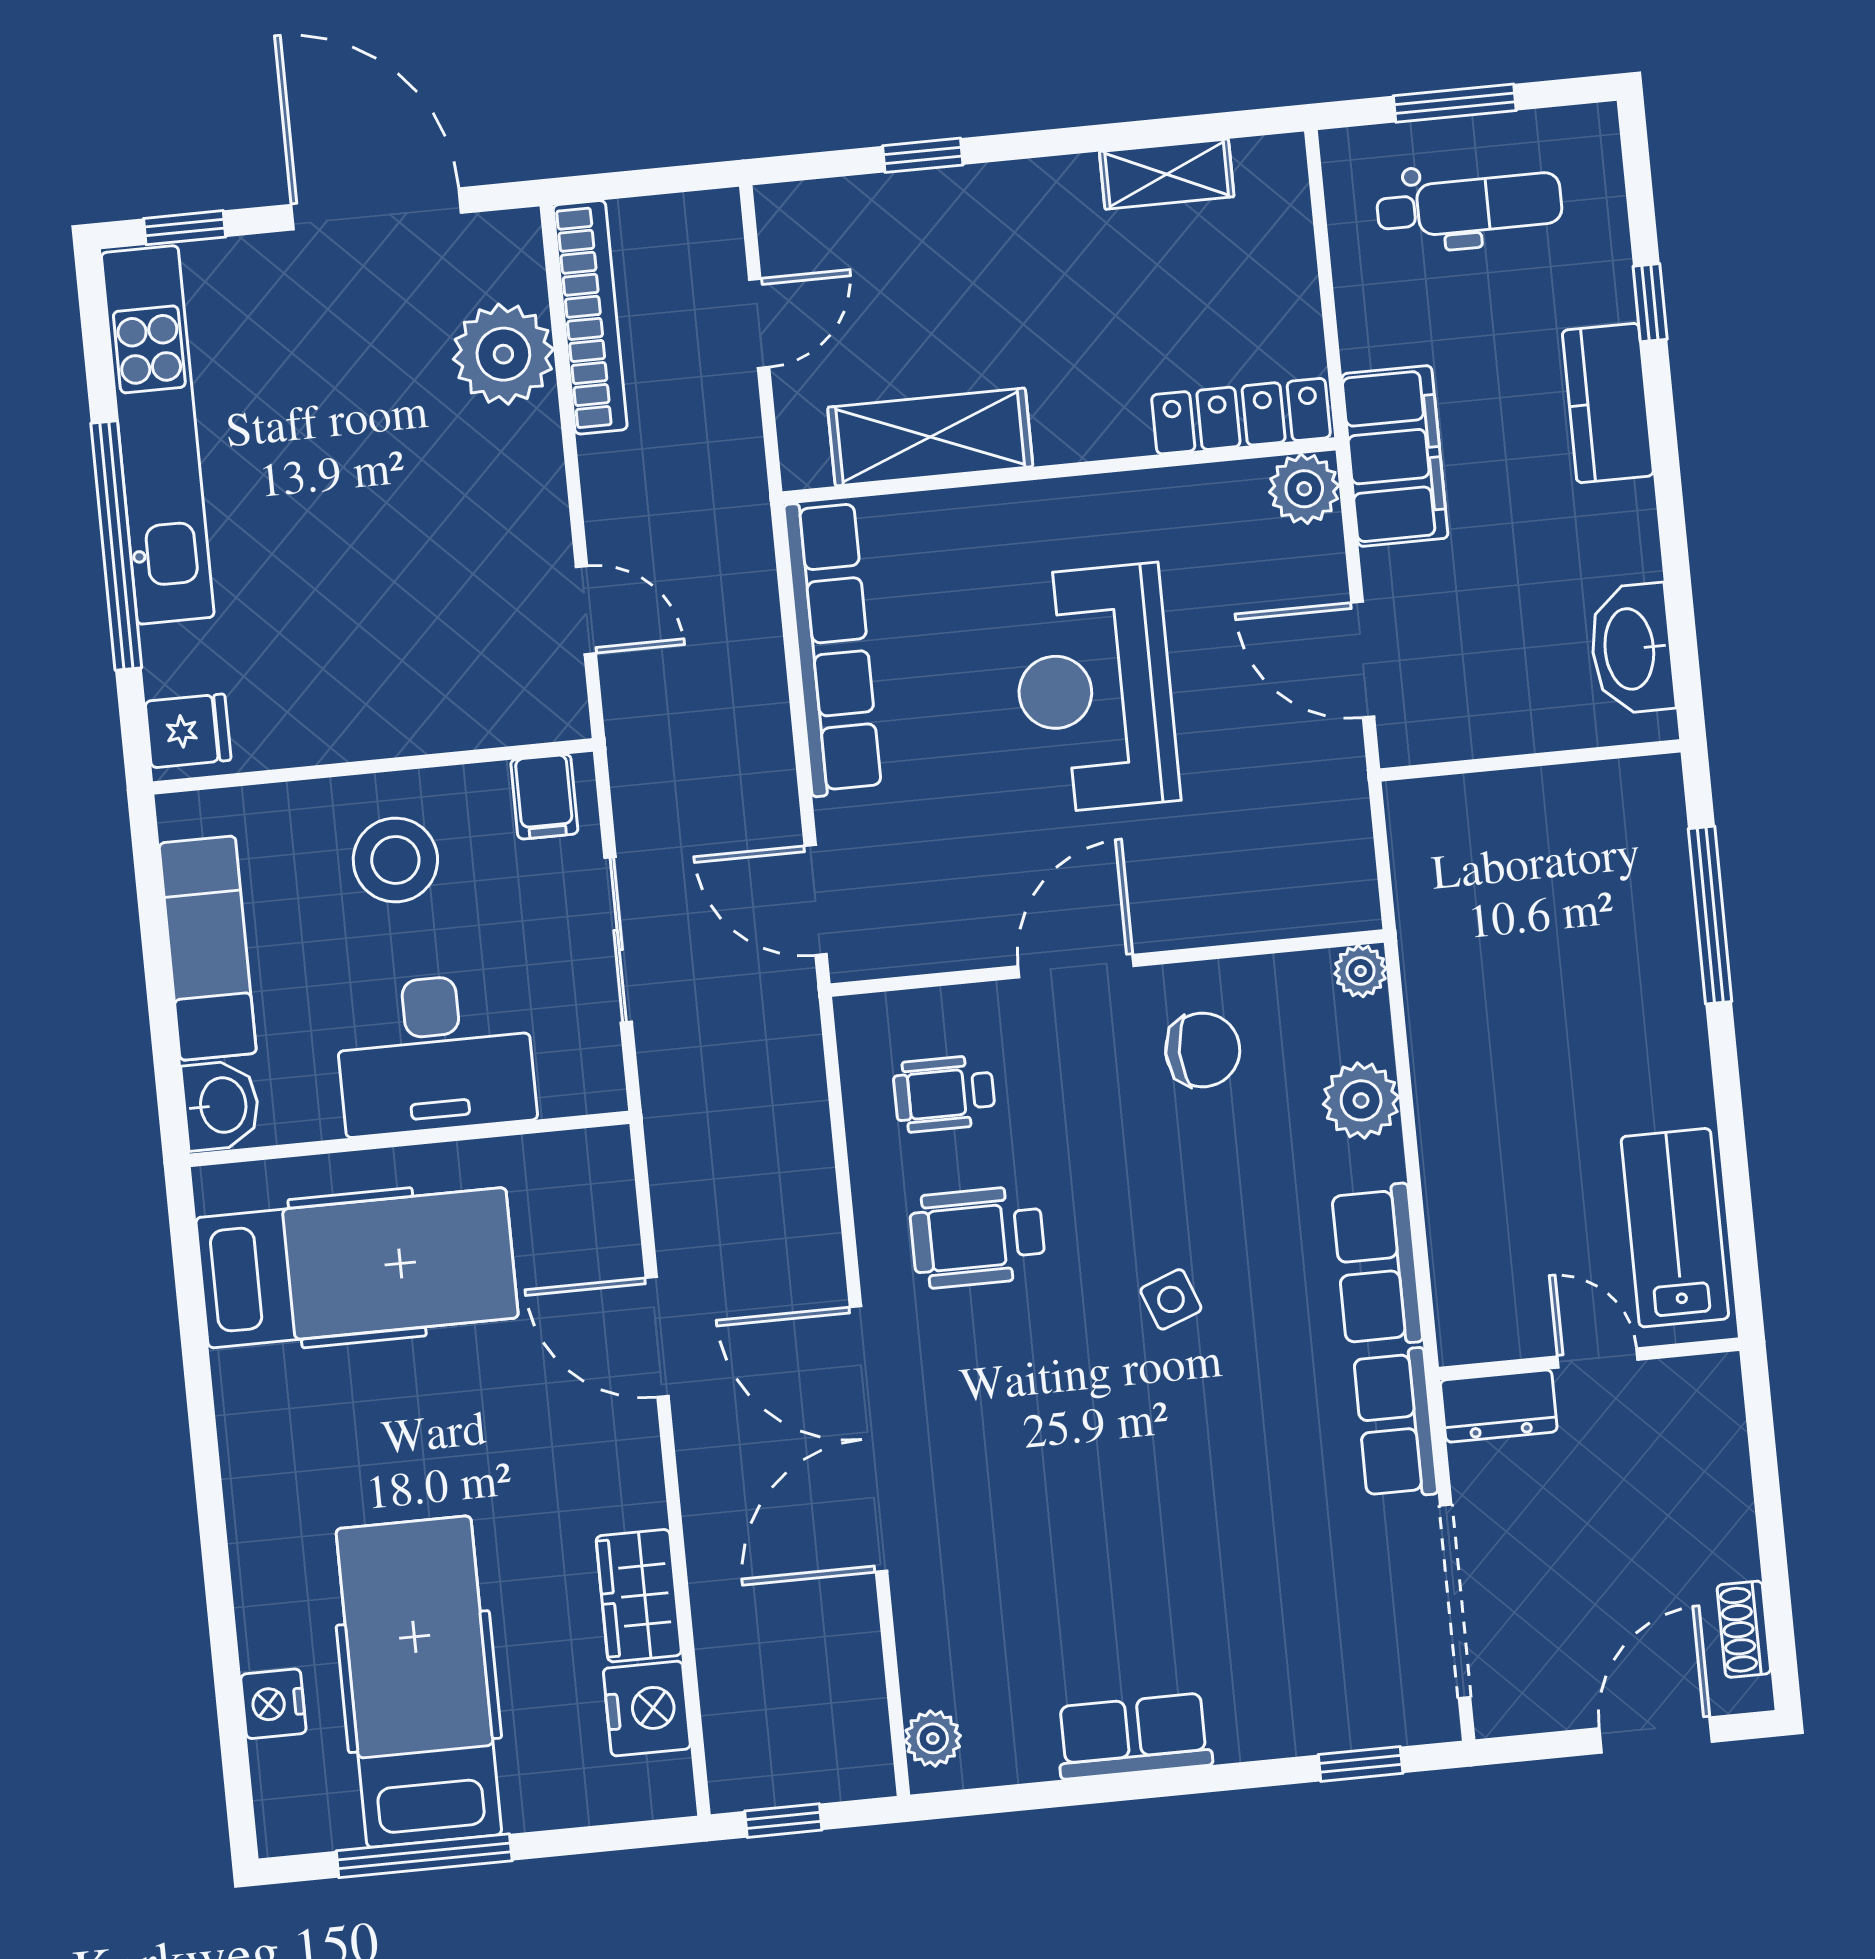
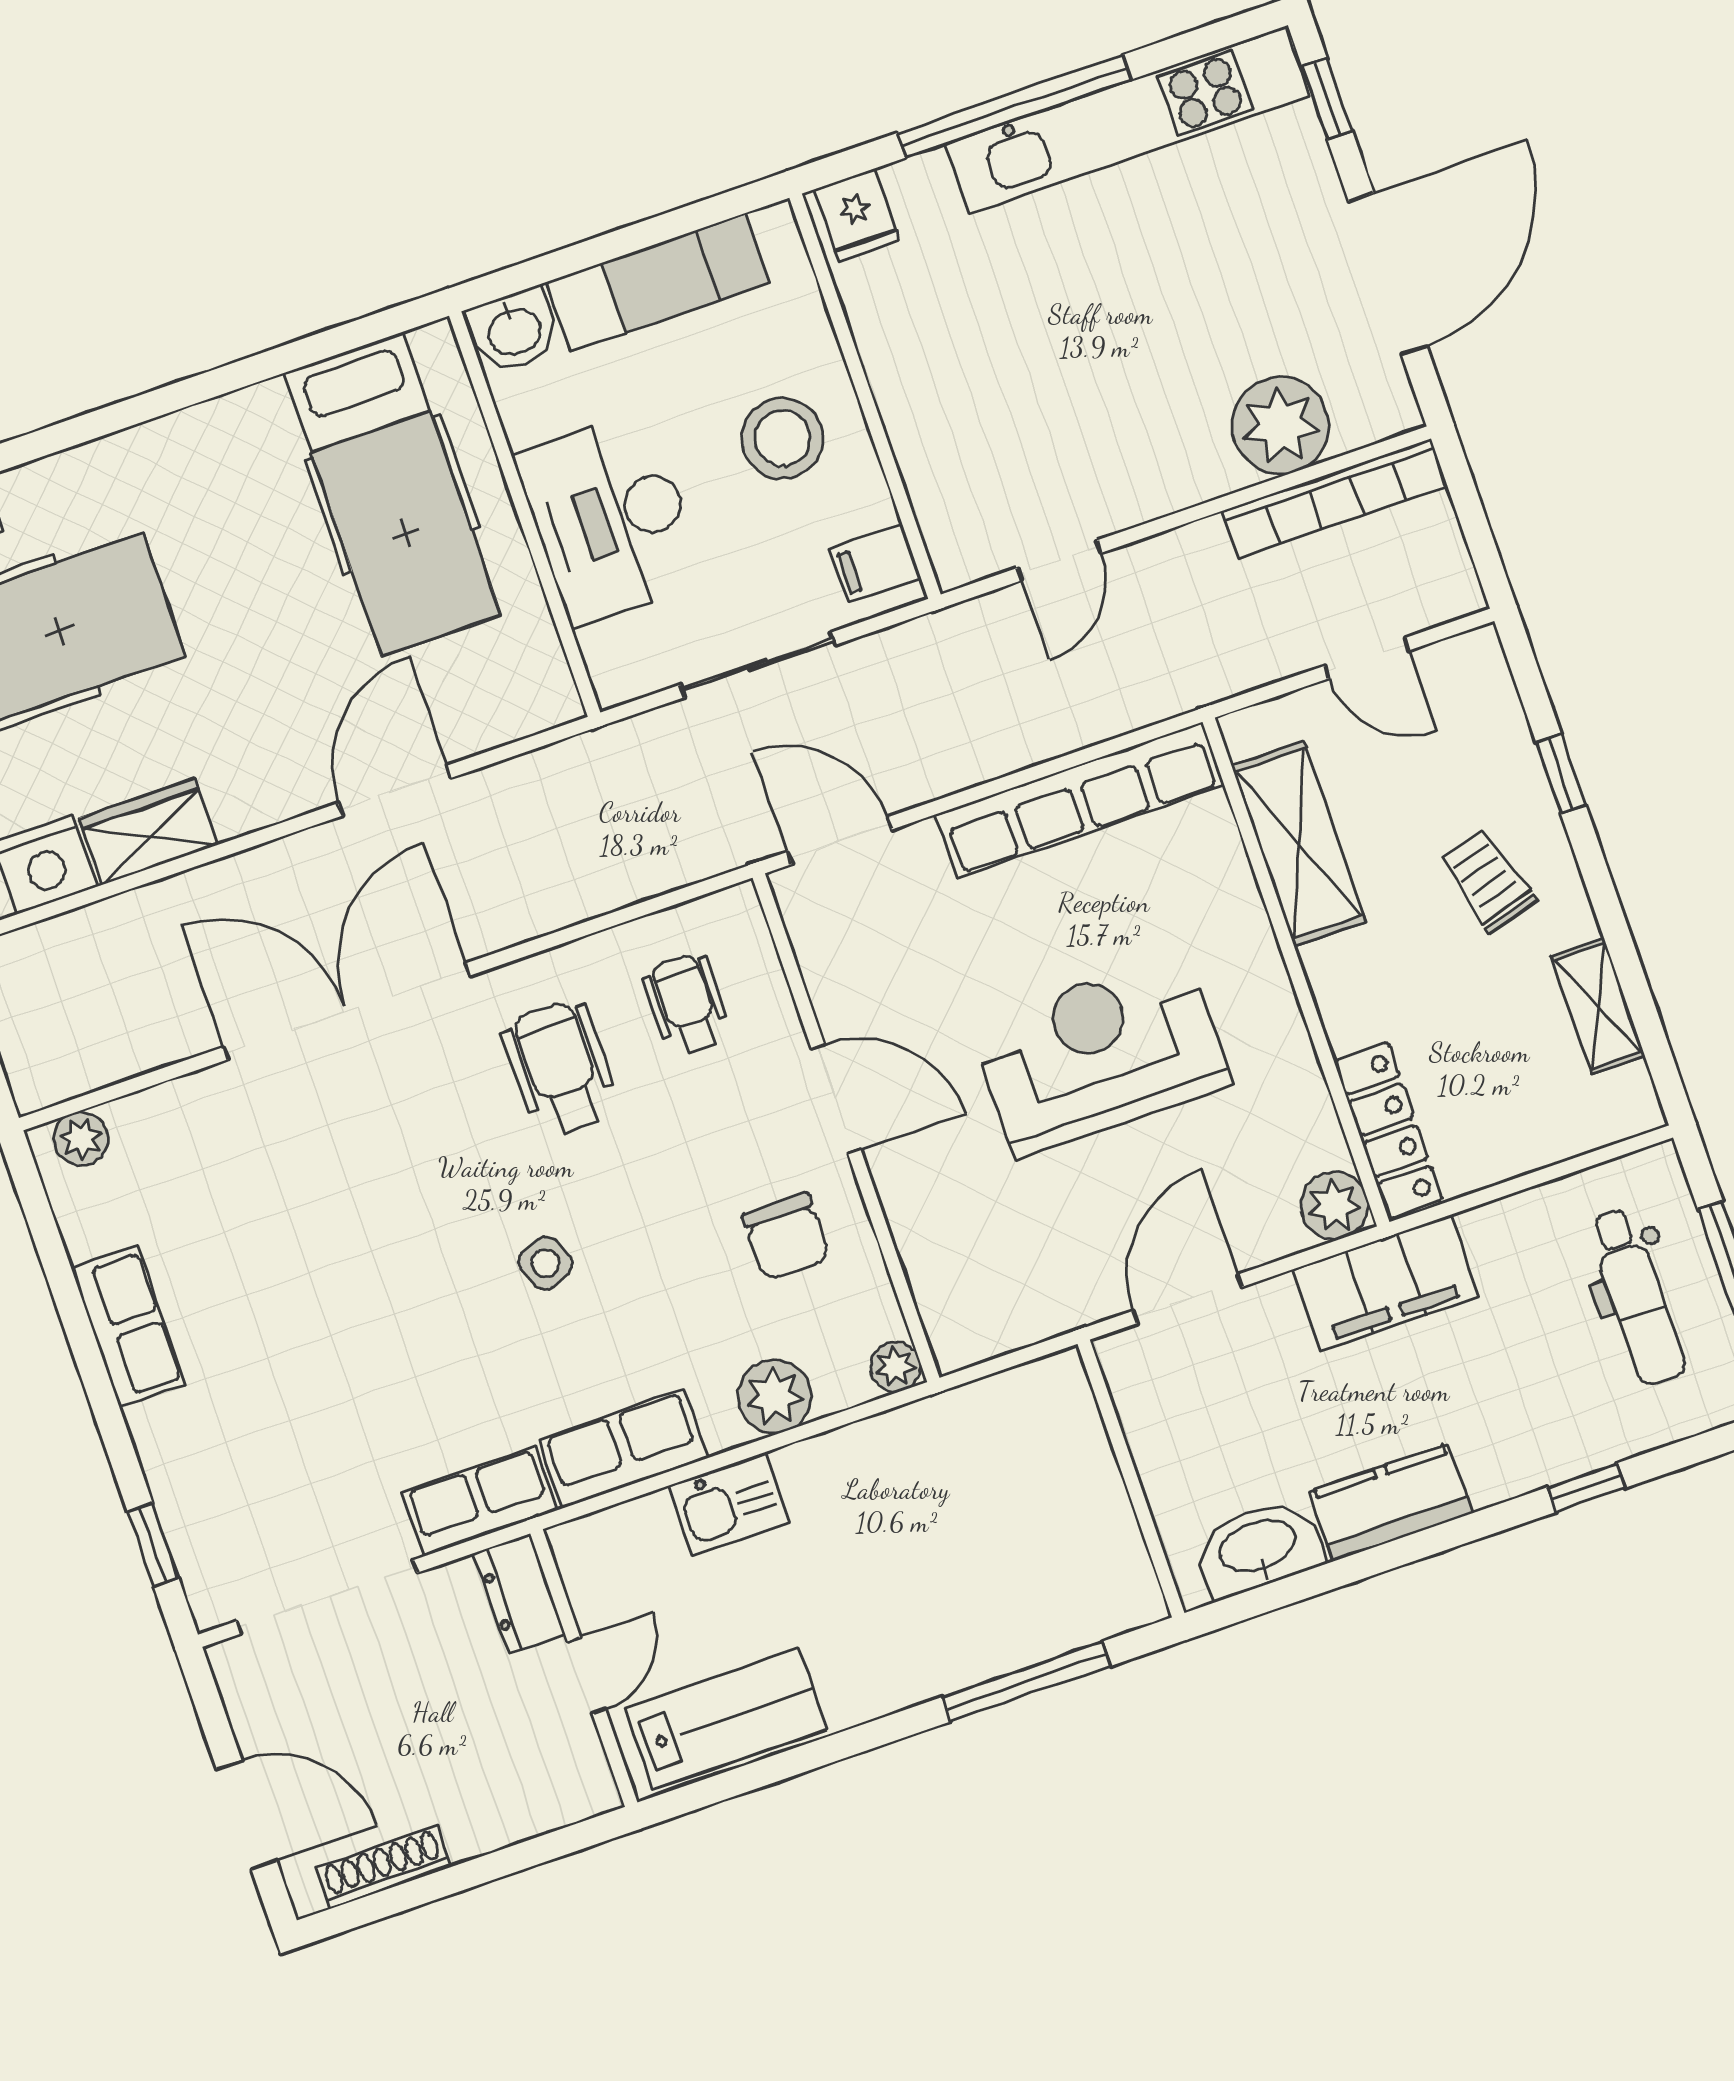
trolley: (1013, 255) -> (1488, 881), added
kitchen counter: (1608, 403) -> (1391, 1503), moved
door: (816, 900) -> (840, 841), hinge flipped
kitchen sink: (1459, 1173) -> (729, 1504), added
shoe rack: (1744, 1629) -> (384, 1867), width x1.43

